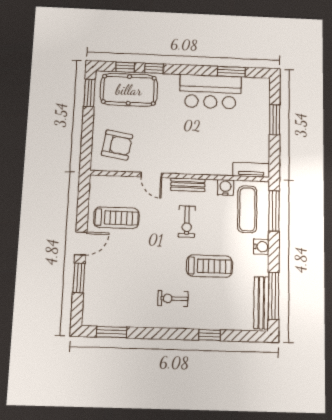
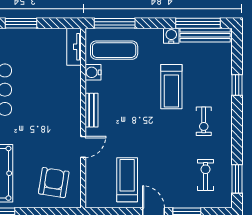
exercise bike: (187, 222) -> (206, 175), moved, turned -90
water cooler: (261, 247) -> (171, 36), moved
treadmill: (209, 266) -> (171, 87), turned 180

